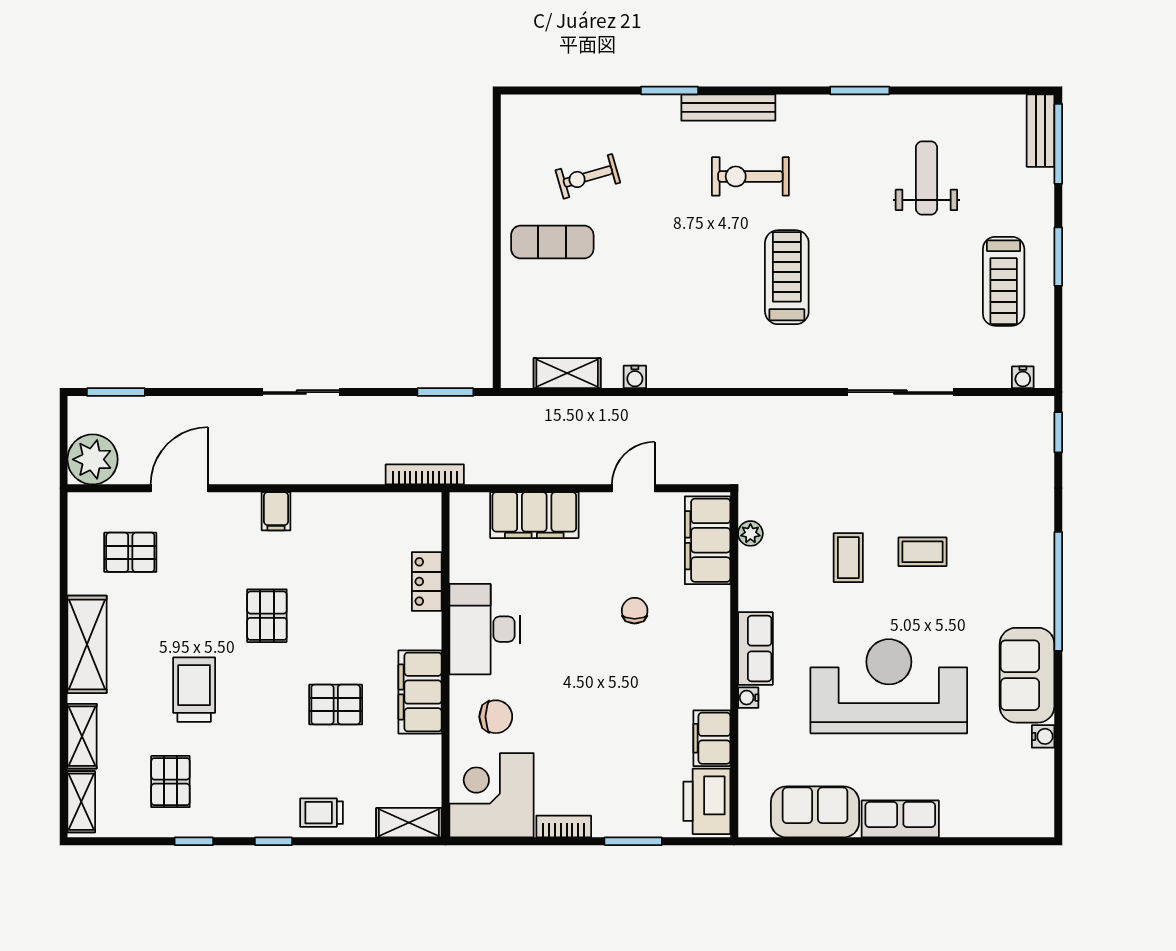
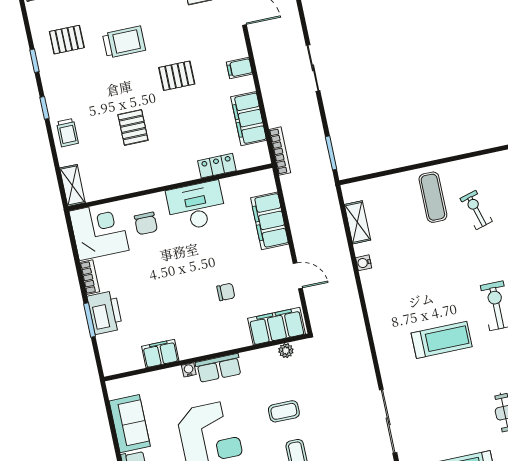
filing cabinet: (420, 692) -> (249, 119), moved, turned -90
printer: (707, 801) -> (105, 313), moved, turned 90
trolley: (322, 813) -> (67, 133), turned 180

